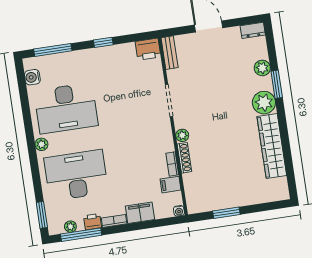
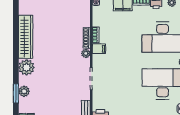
window: (277, 84) -> (16, 93), moved
filing cabinet: (170, 185) -> (99, 49), moved

